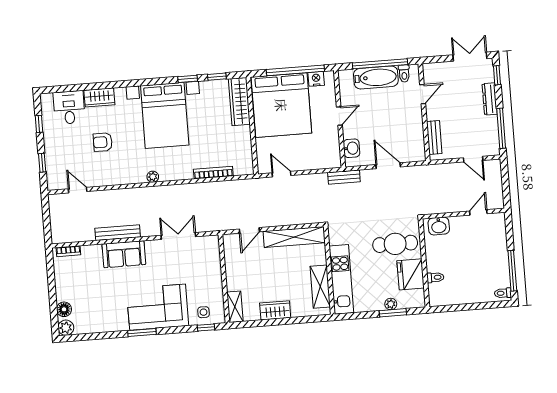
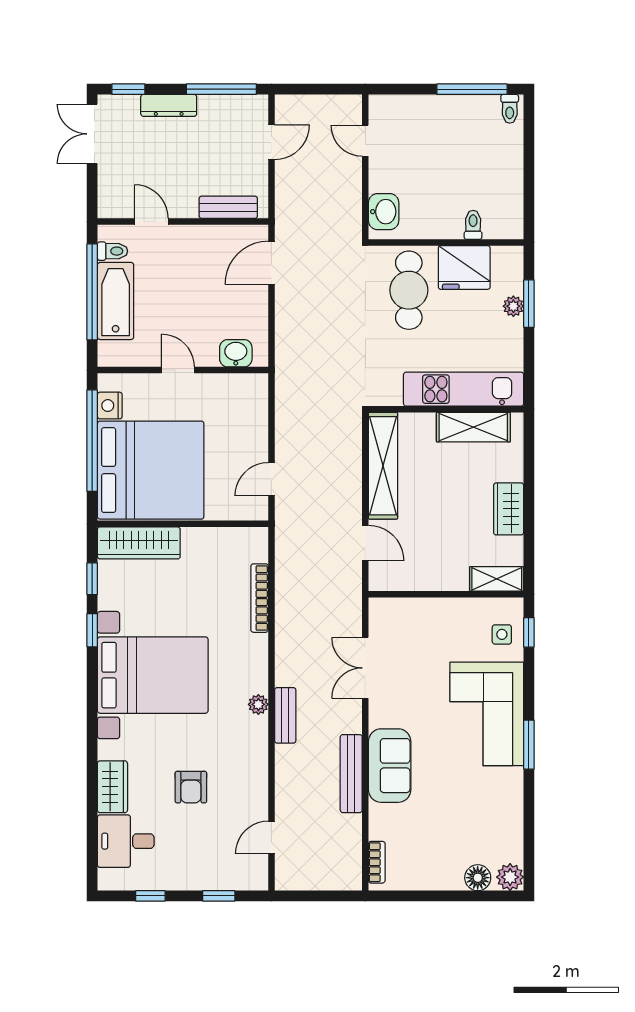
door: (388, 166) -> (271, 263), moved
bench: (344, 177) -> (285, 715), moved

